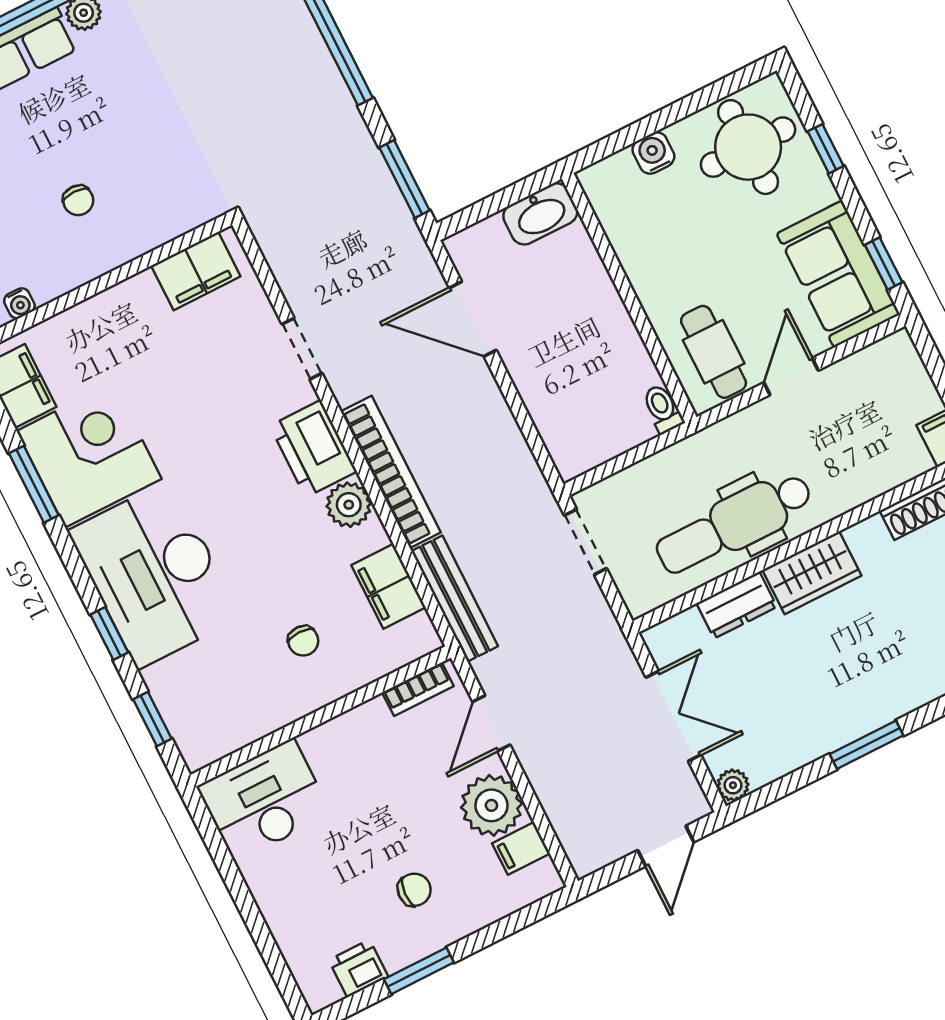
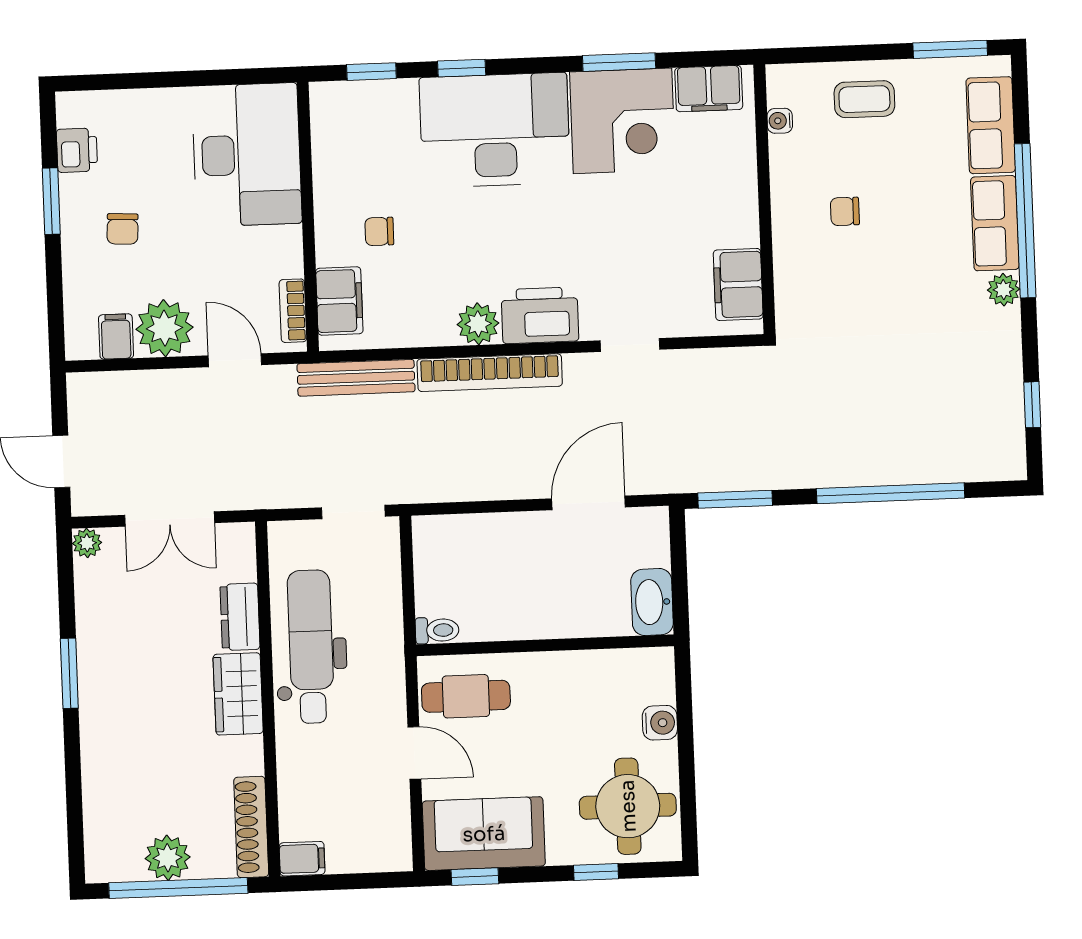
filing cabinet: (388, 586) -> (339, 301), moved, turned 90
desk: (264, 800) -> (247, 155), width x1.36, depth x1.30

